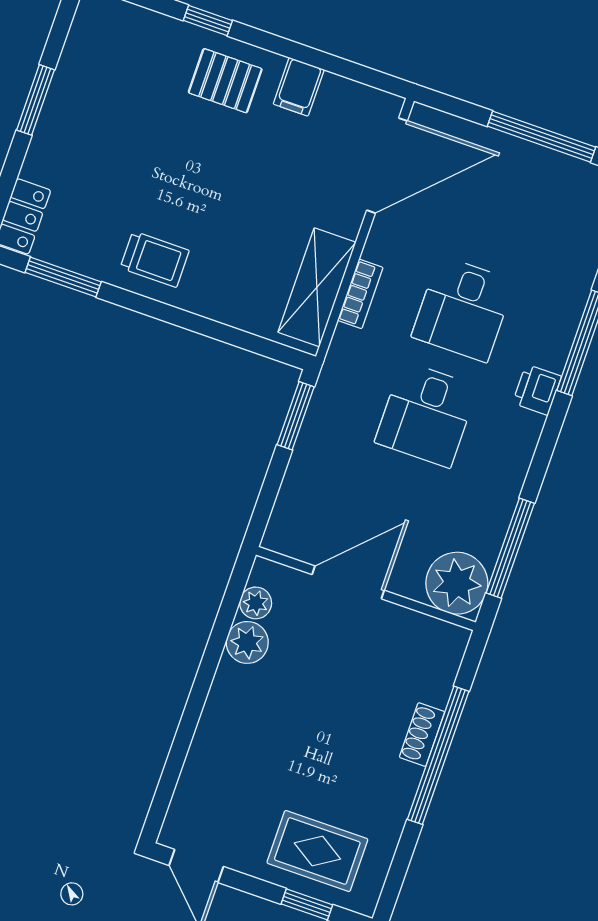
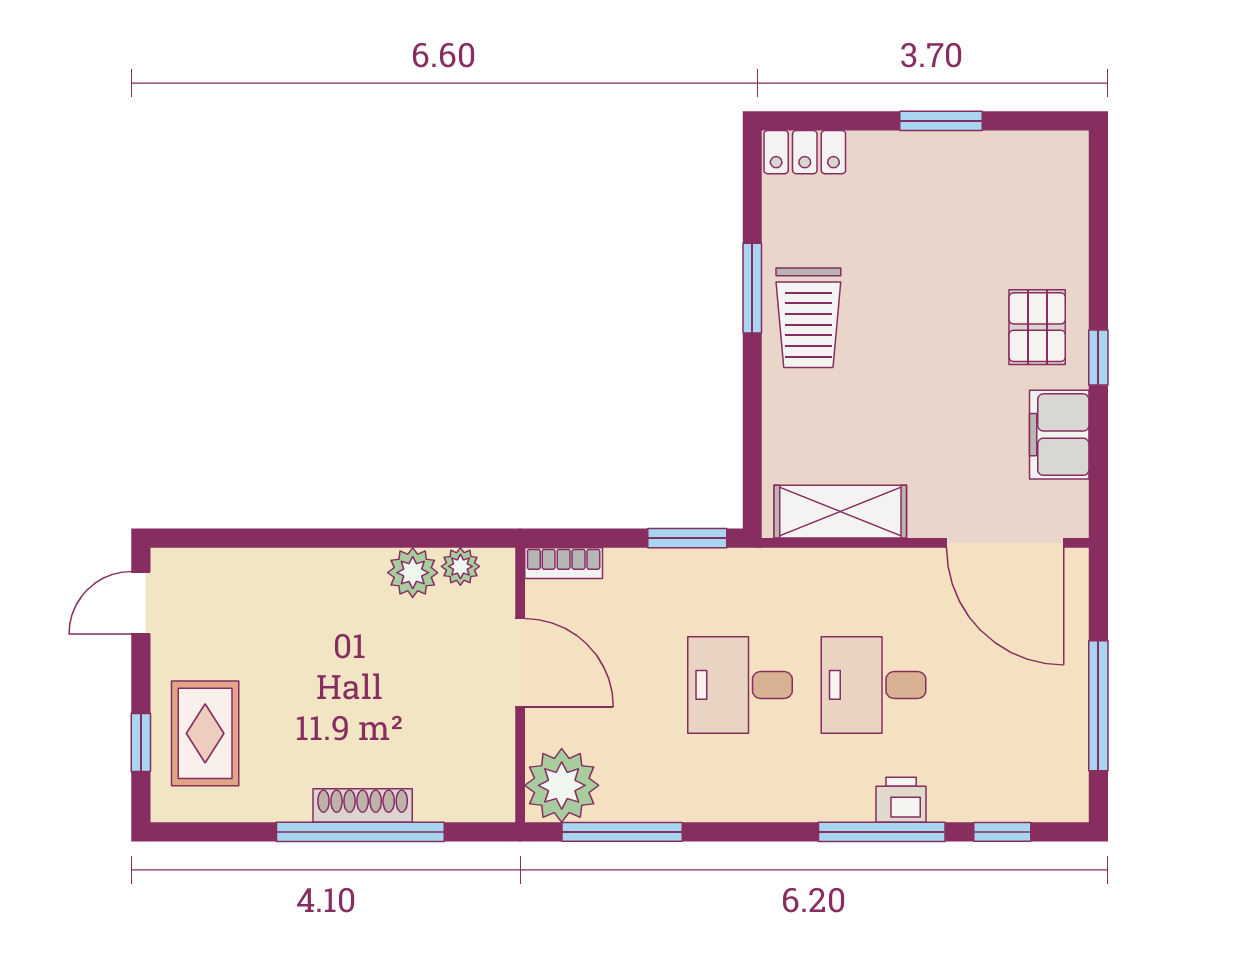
window: (208, 20) -> (1098, 357), moved
filing cabinet: (299, 87) -> (1059, 435), width x2.00
trolley: (155, 259) -> (808, 318), width x1.36, depth x1.39
window: (63, 277) -> (752, 288), moved
bookcase: (360, 294) -> (564, 563), moved
printer: (537, 390) -> (901, 800), moved
shoe rack: (422, 735) -> (363, 806), width x1.43

